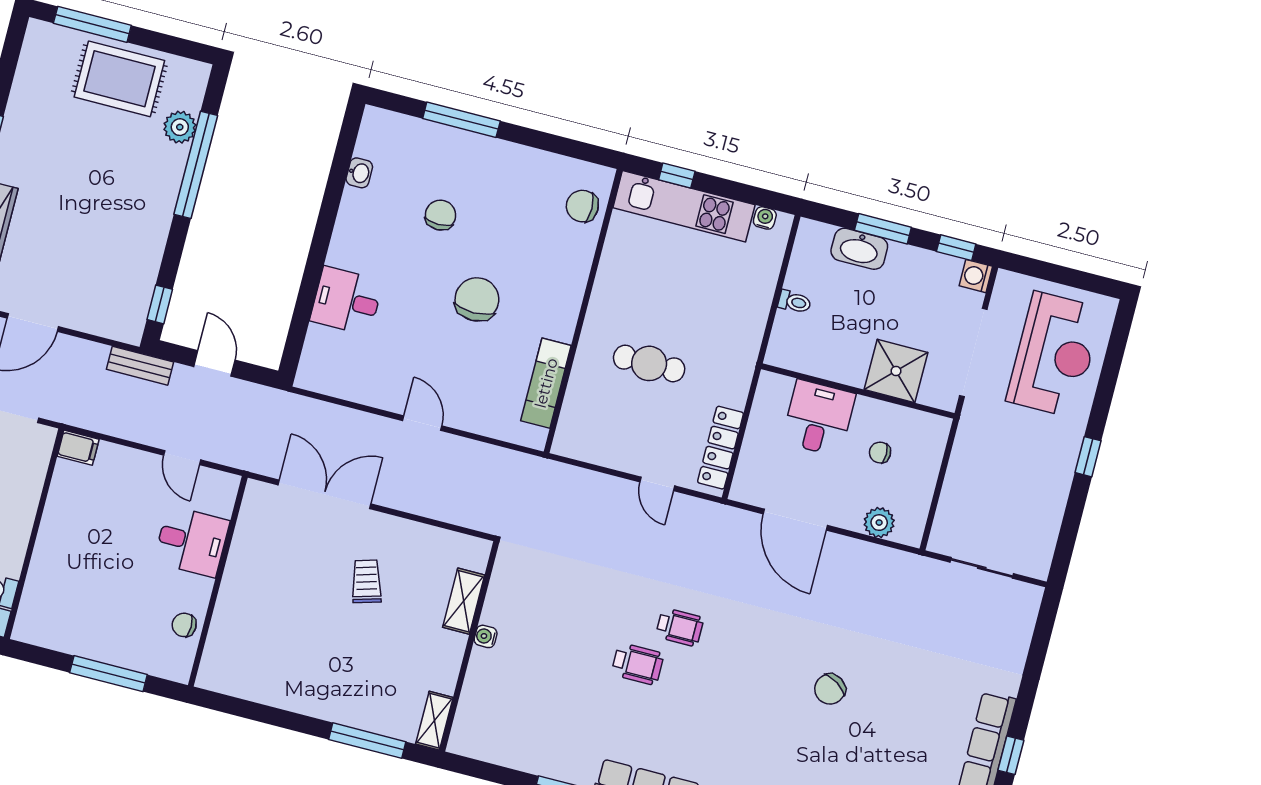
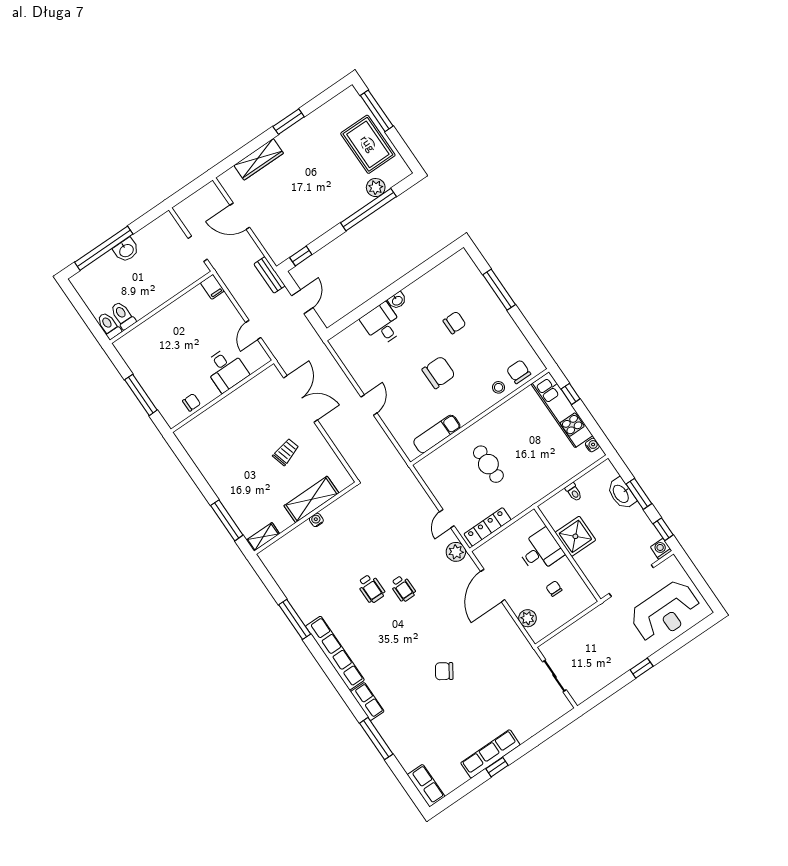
washbasin: (359, 173) -> (397, 300), moved
stool: (574, 250) -> (499, 387), added
shower: (896, 371) -> (575, 536), moved
plant: (708, 517) -> (456, 552), added
shelving: (464, 601) -> (311, 499), width x1.50, depth x1.33
chair: (184, 625) -> (192, 402), turned 90

